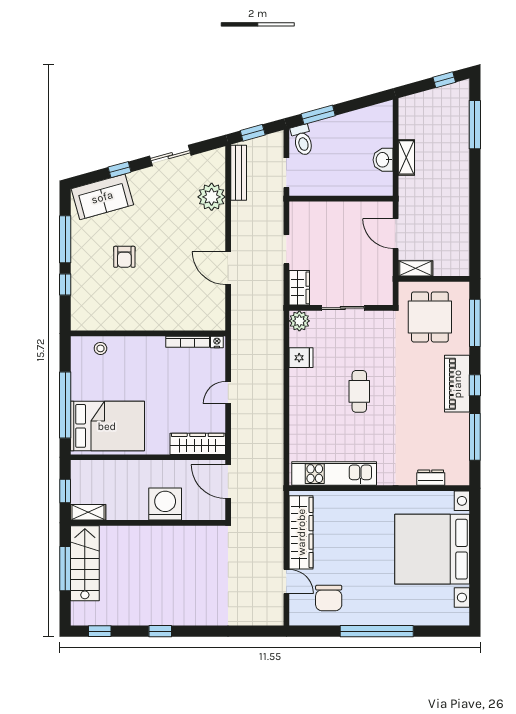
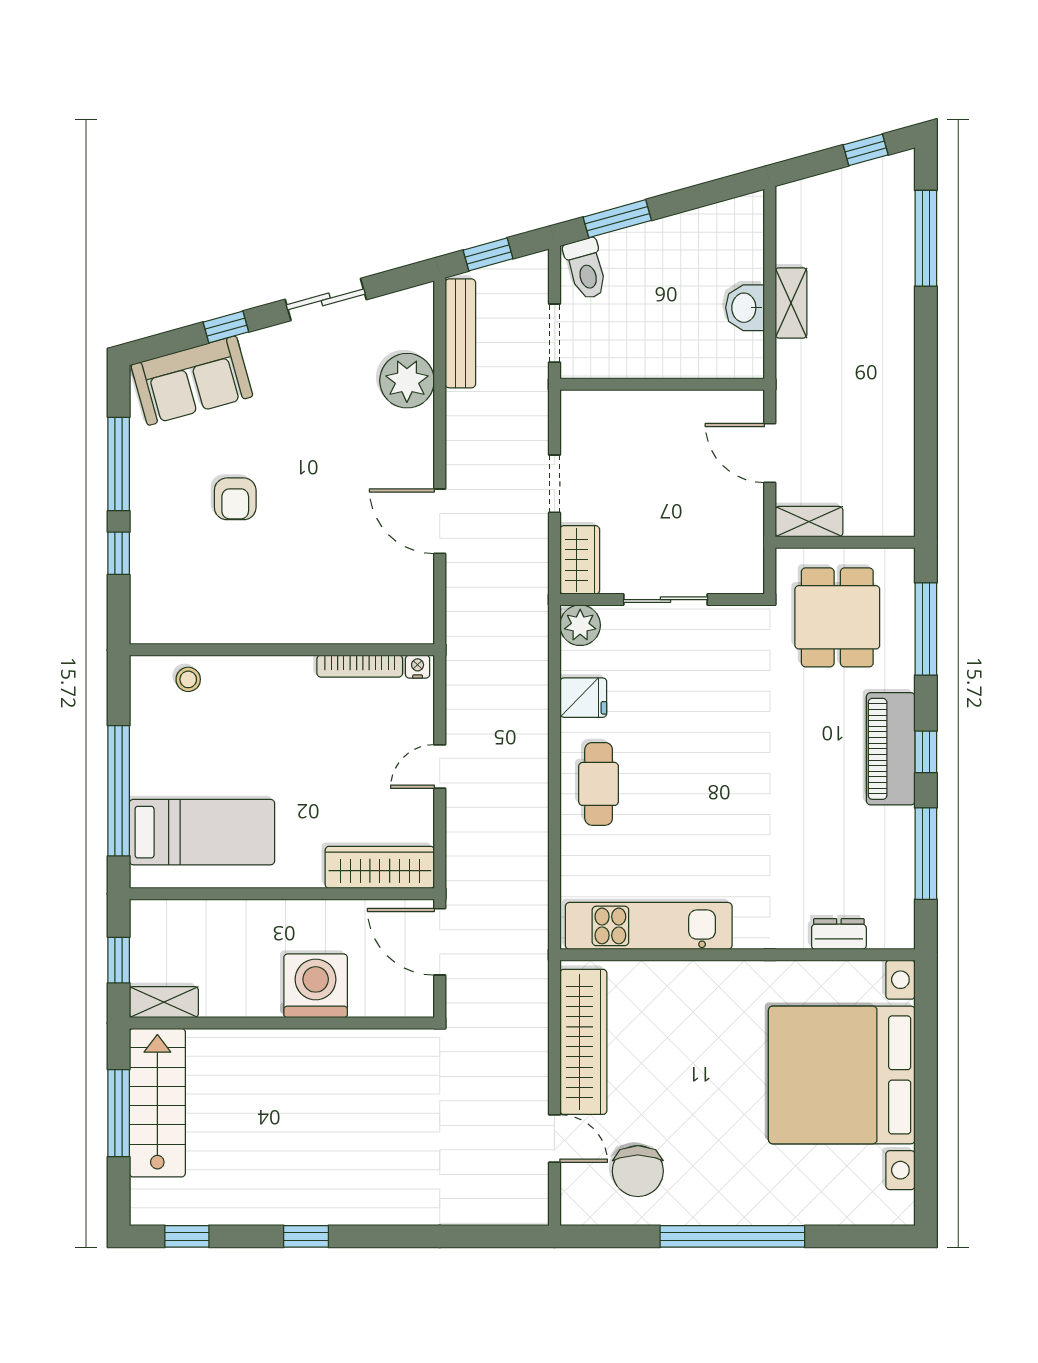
cafe table: (359, 391) -> (599, 784), moved
bed: (107, 426) -> (202, 832), width x0.67

